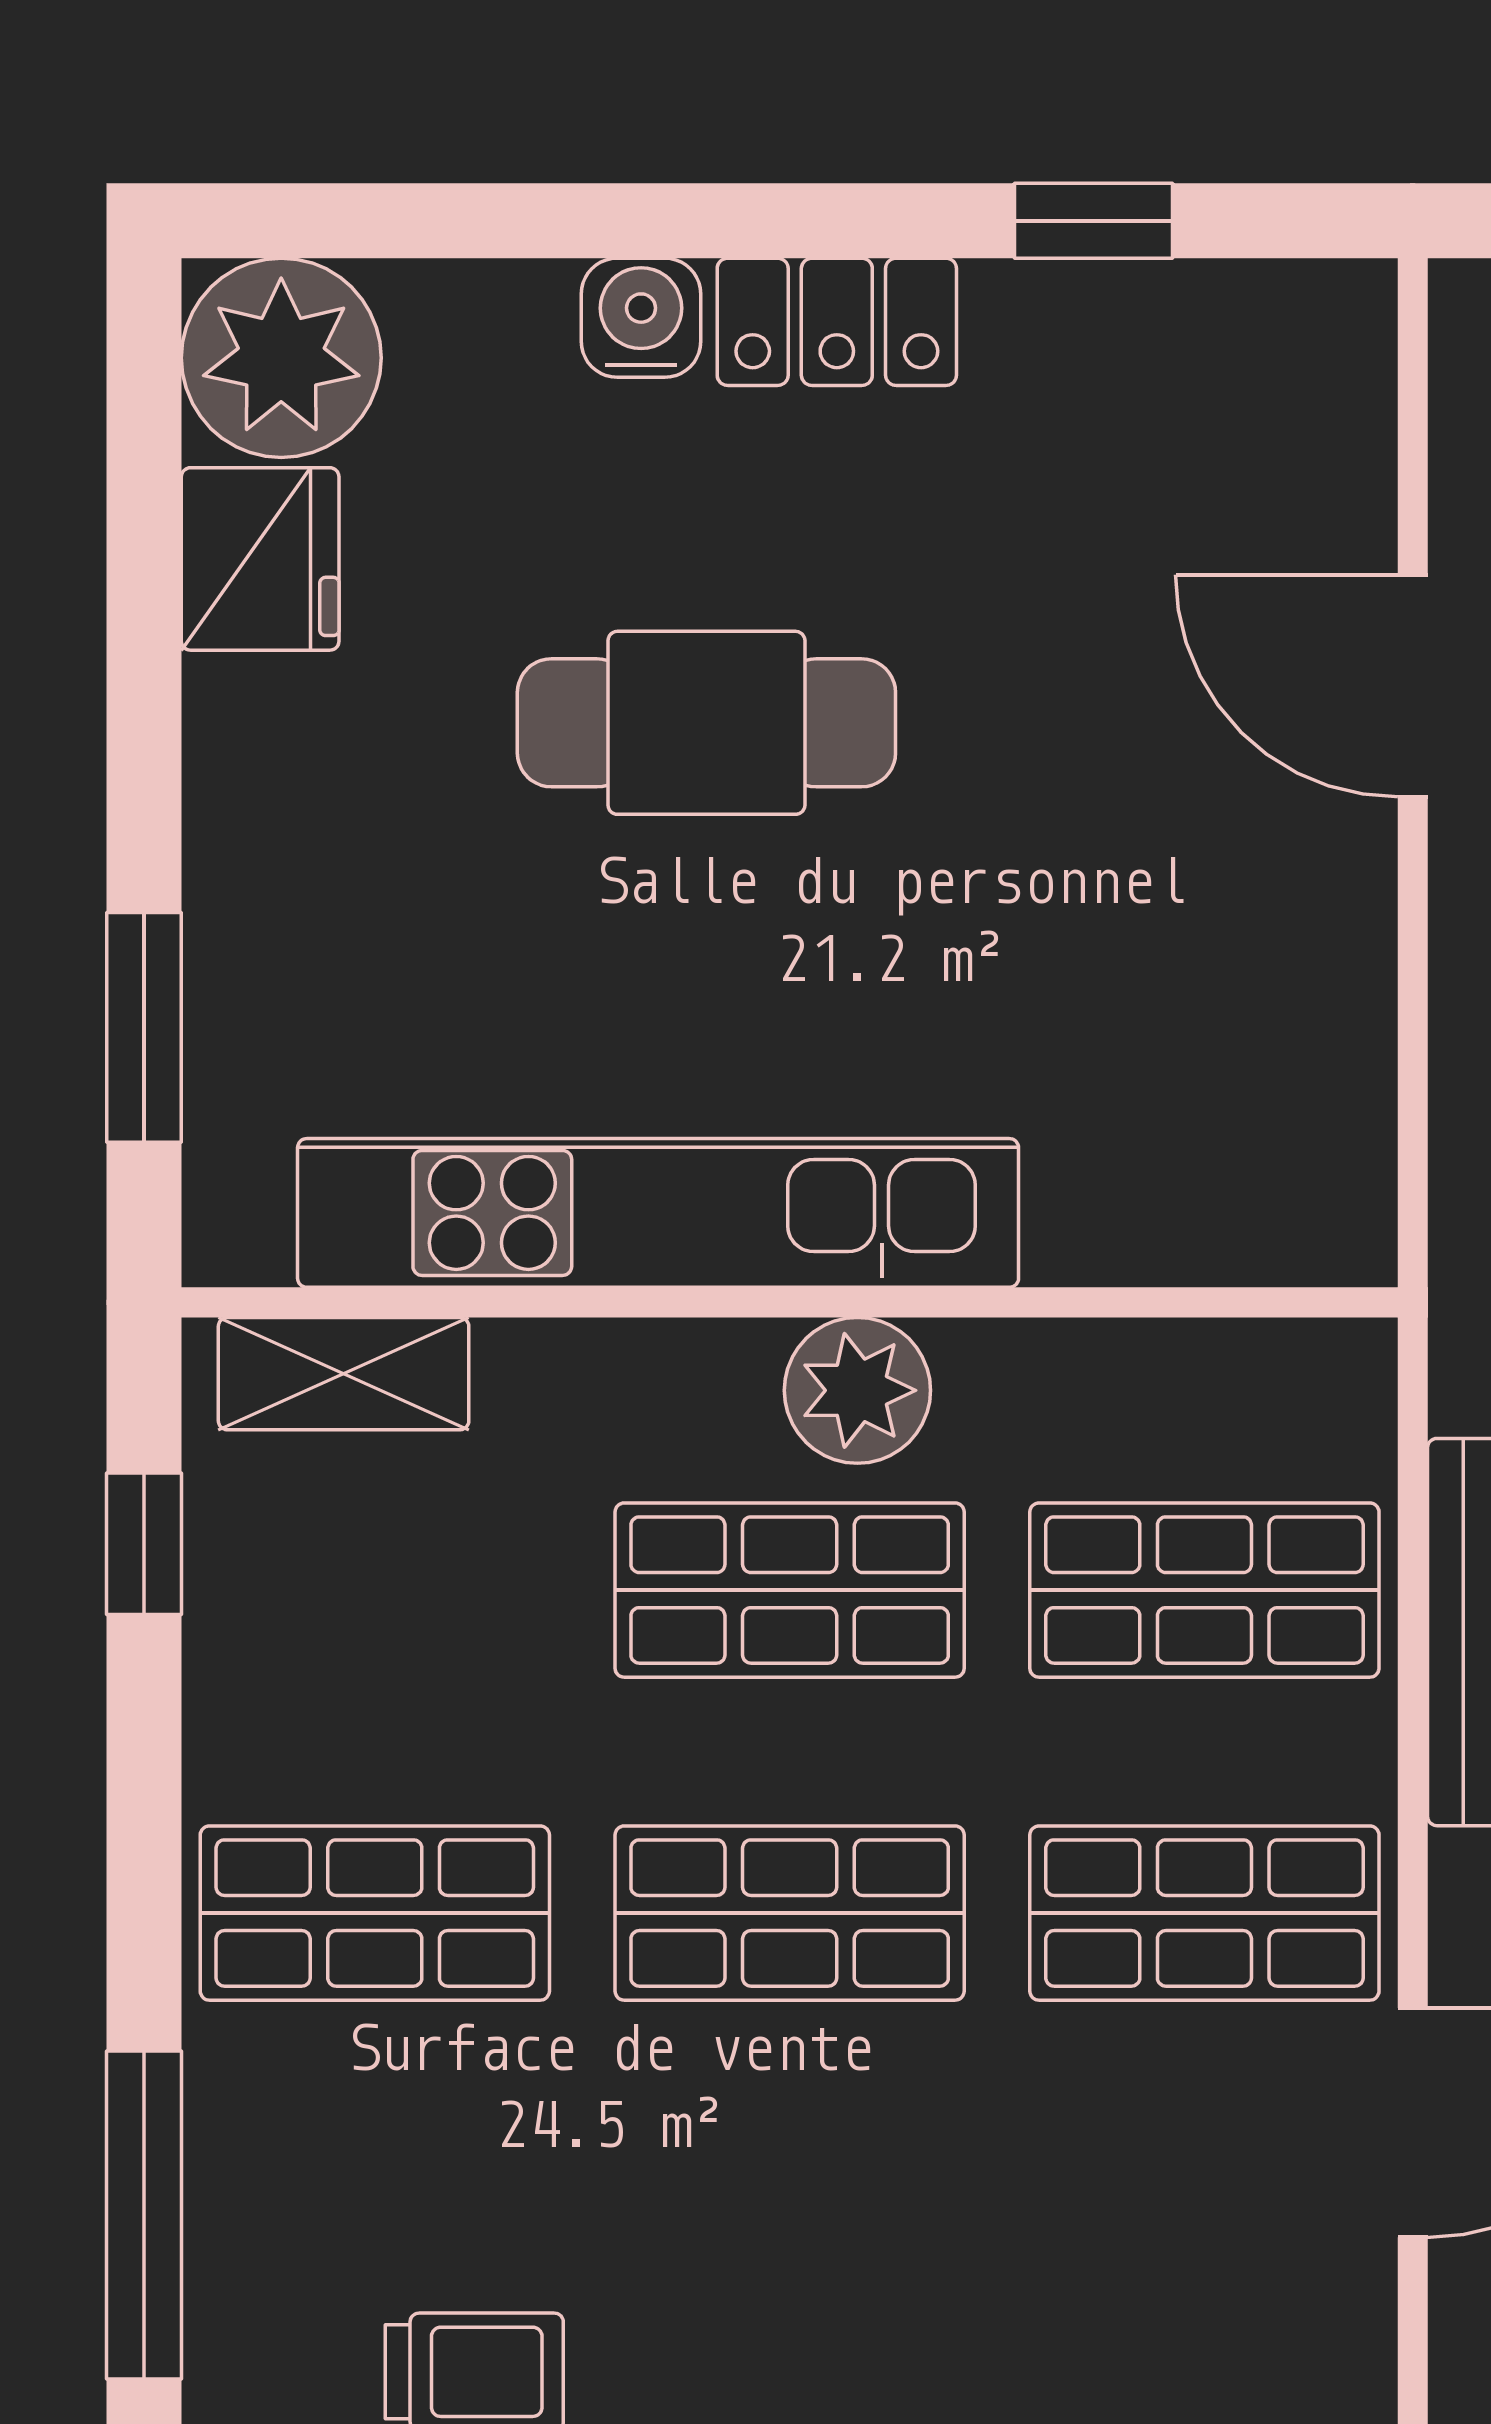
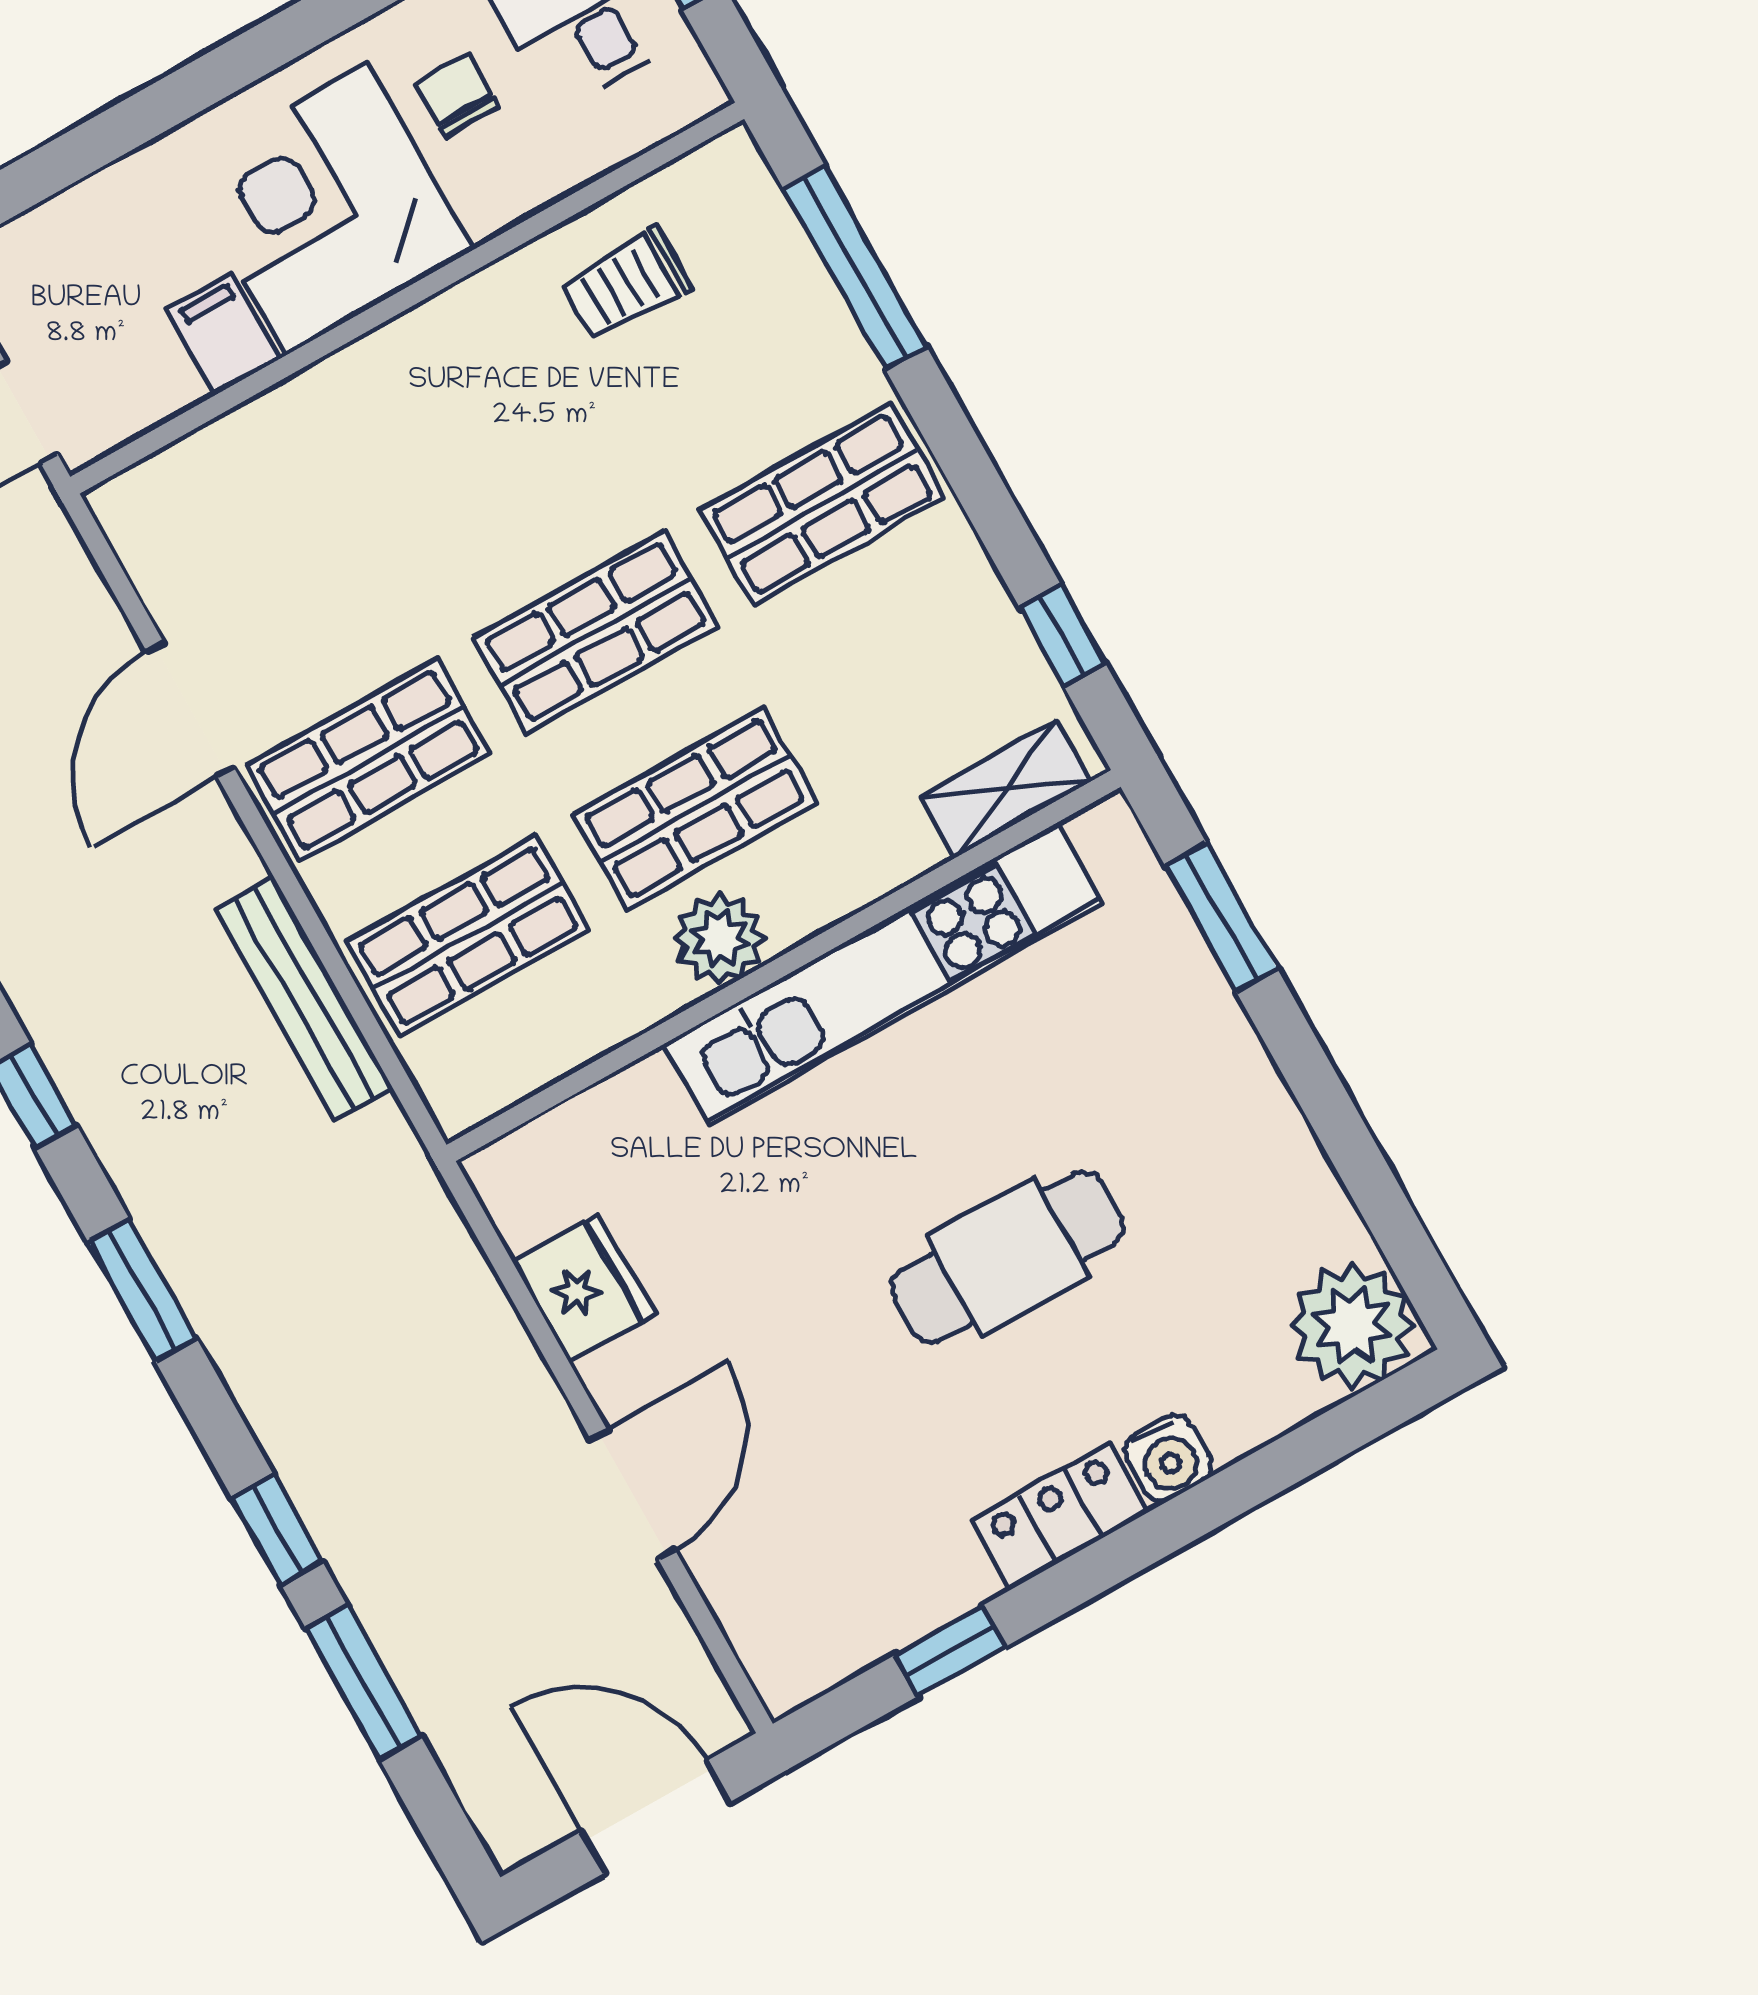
fridge: (260, 559) -> (584, 1288), moved, turned 180
door: (1413, 686) -> (633, 1495), hinge flipped

